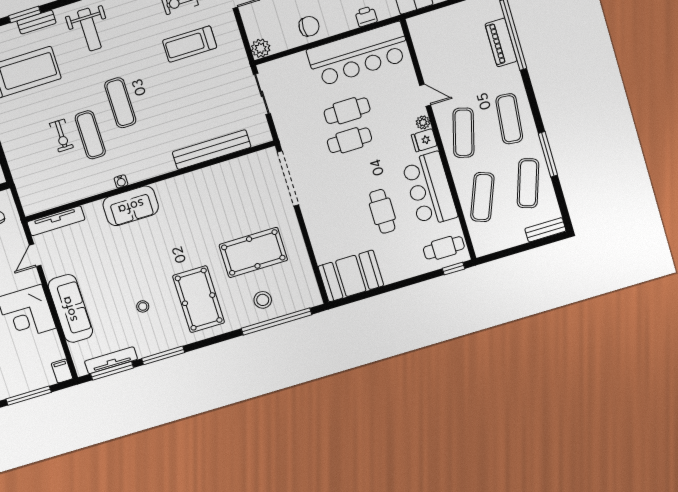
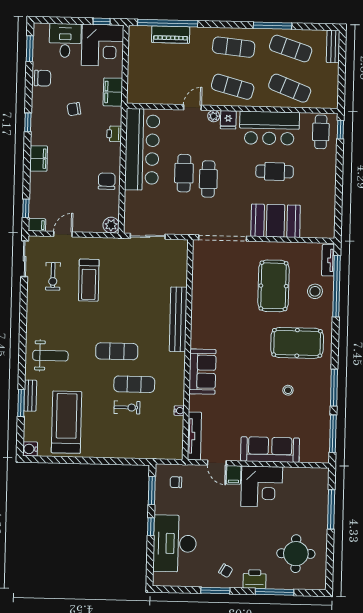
bench: (212, 150) -> (178, 319), moved
water cooler: (121, 181) -> (179, 411), moved
booth: (351, 276) -> (276, 221), moved, turned 90
tv unit: (111, 360) -> (328, 260), moved, width x0.71
filing cabinet: (62, 371) -> (234, 475), moved, turned -90

